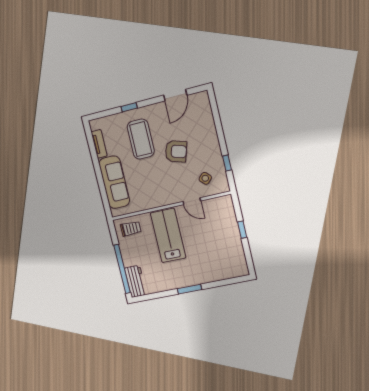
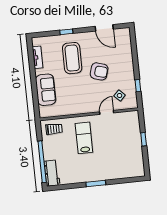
door: (175, 95) -> (104, 28), hinge flipped
sofa: (114, 182) -> (46, 90), width x0.73
door: (192, 201) -> (107, 112), swing flipped
lab bench: (168, 235) -> (84, 138), width x0.73, depth x0.72

